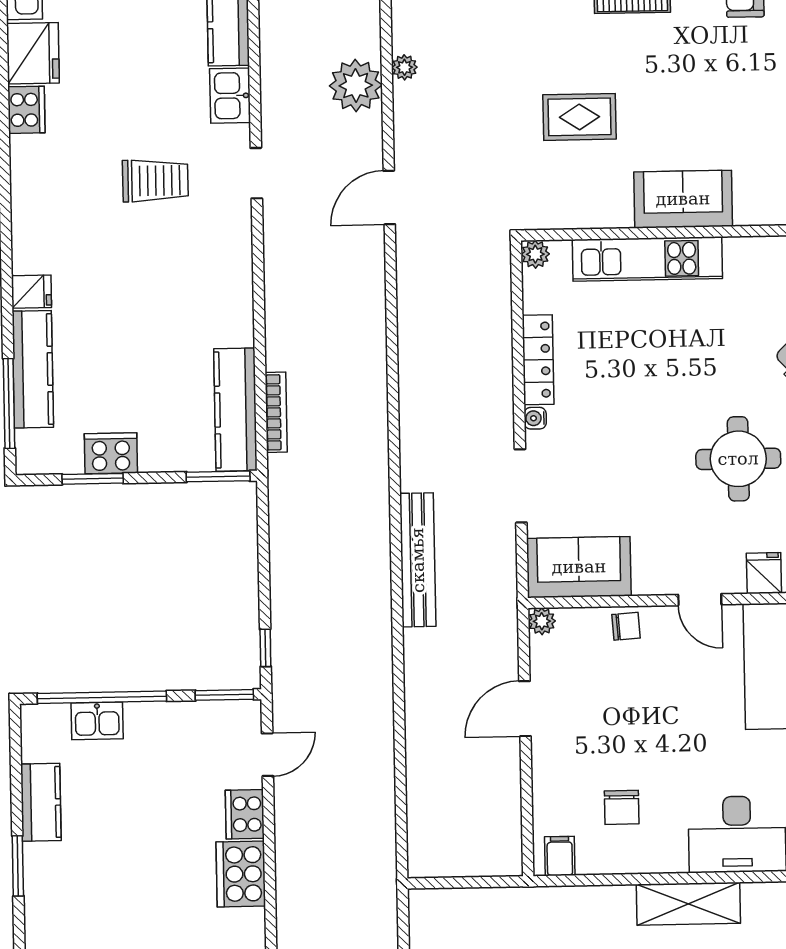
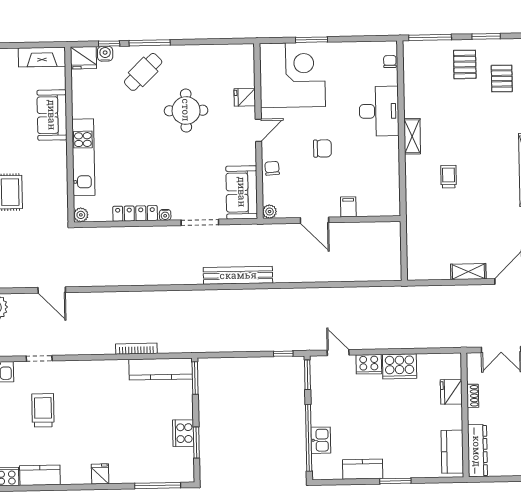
sofa: (683, 199) -> (52, 115), moved
kitchen counter: (33, 369) -> (40, 475), moved, width x0.67
bookcase: (276, 412) -> (136, 349), moved
chair: (622, 807) -> (322, 148), moved
filing cabinet: (560, 856) -> (348, 207), moved, turned 90
shelving: (688, 904) -> (412, 136), width x0.67, depth x0.75

